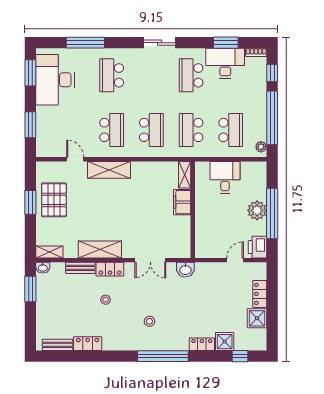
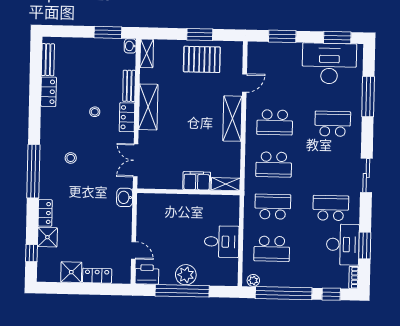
shelving: (185, 175) -> (226, 184), moved
filing cabinet: (182, 202) -> (197, 181), moved
wall: (193, 210) -> (188, 192), moved

